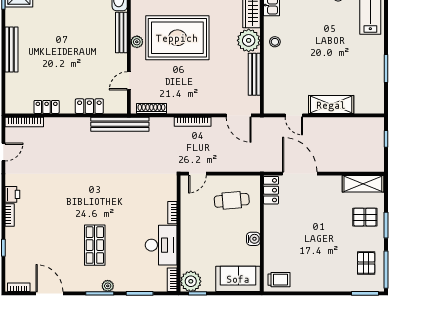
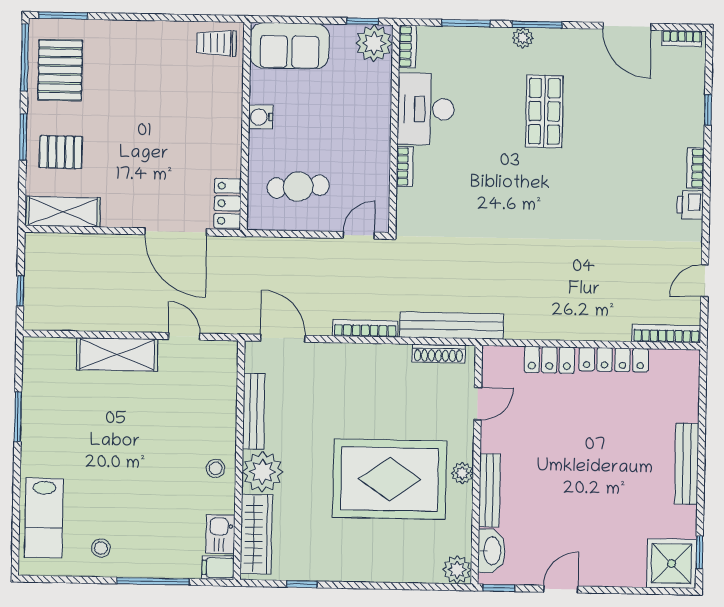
locker: (47, 107) -> (614, 360), width x1.53
bench: (120, 124) -> (452, 326), moved
pallet: (366, 263) -> (60, 70), width x1.50, depth x1.42

